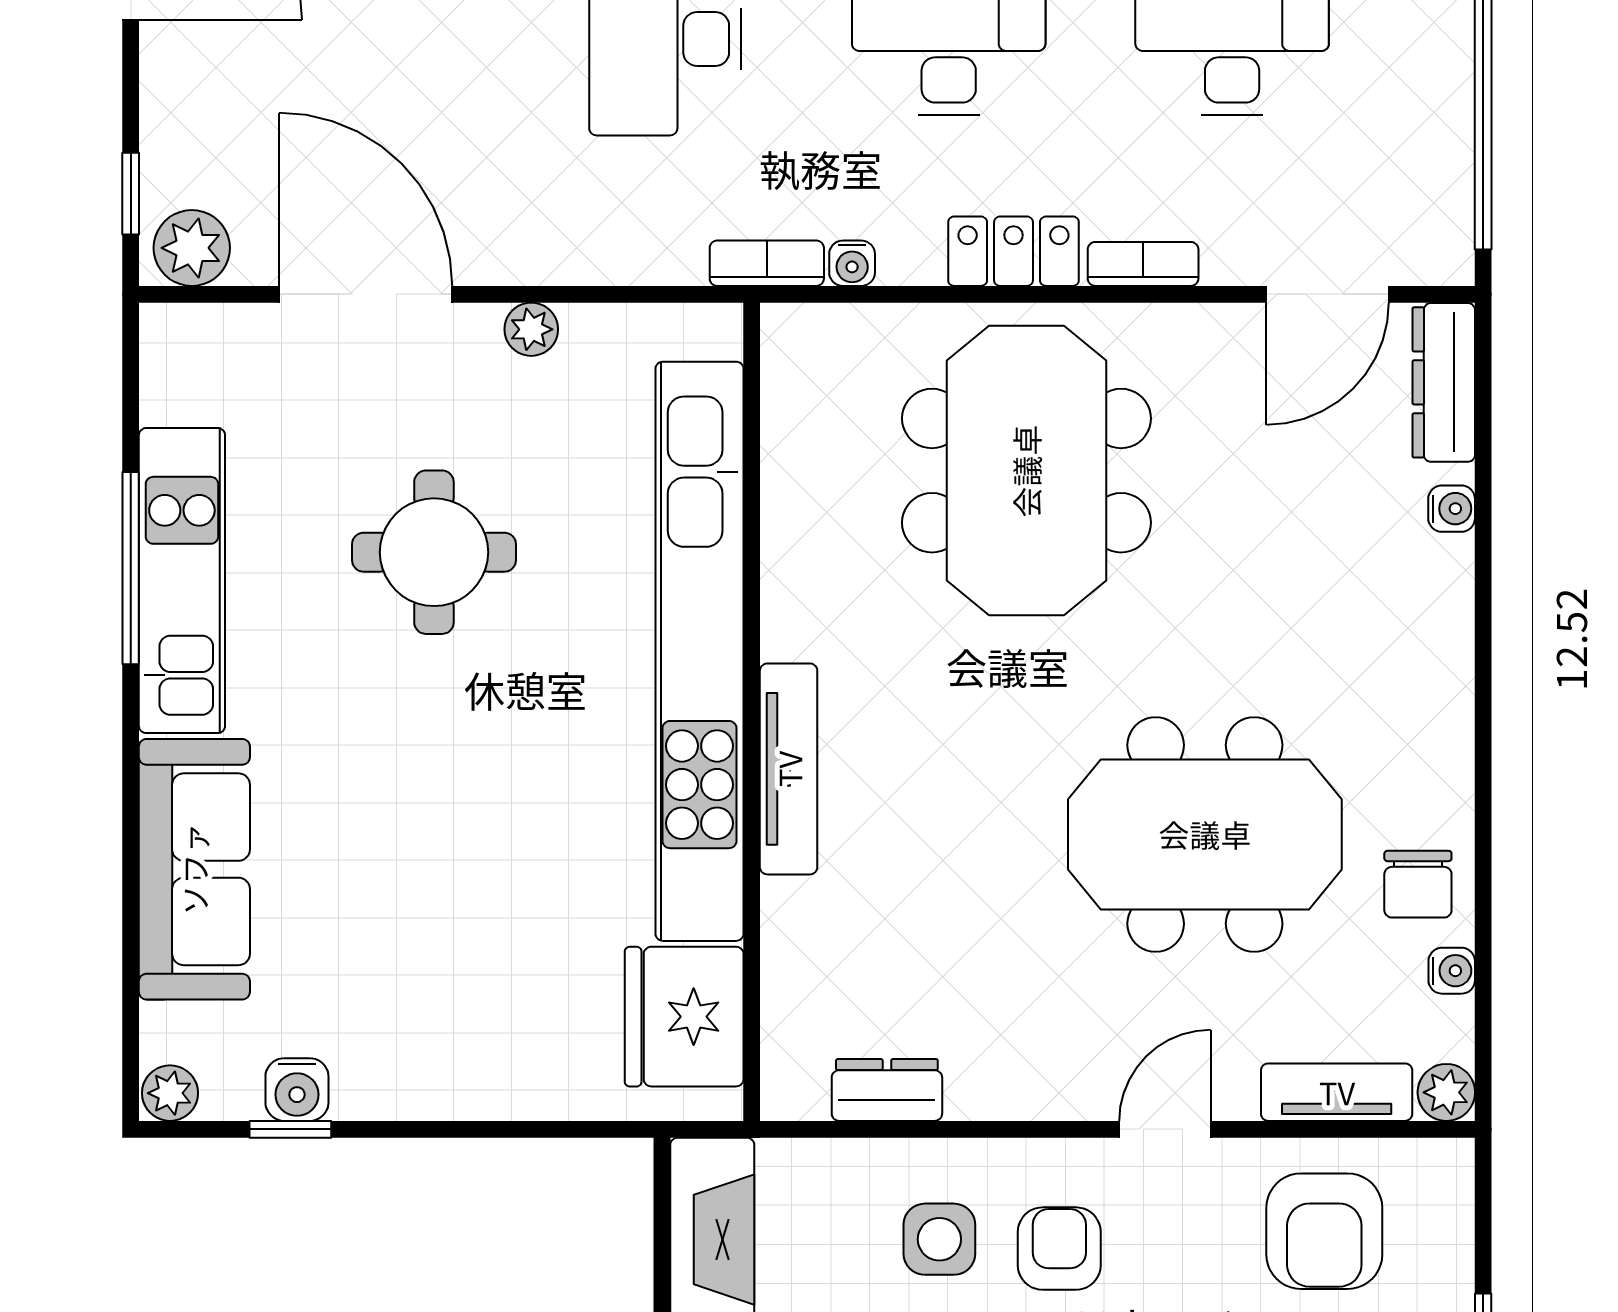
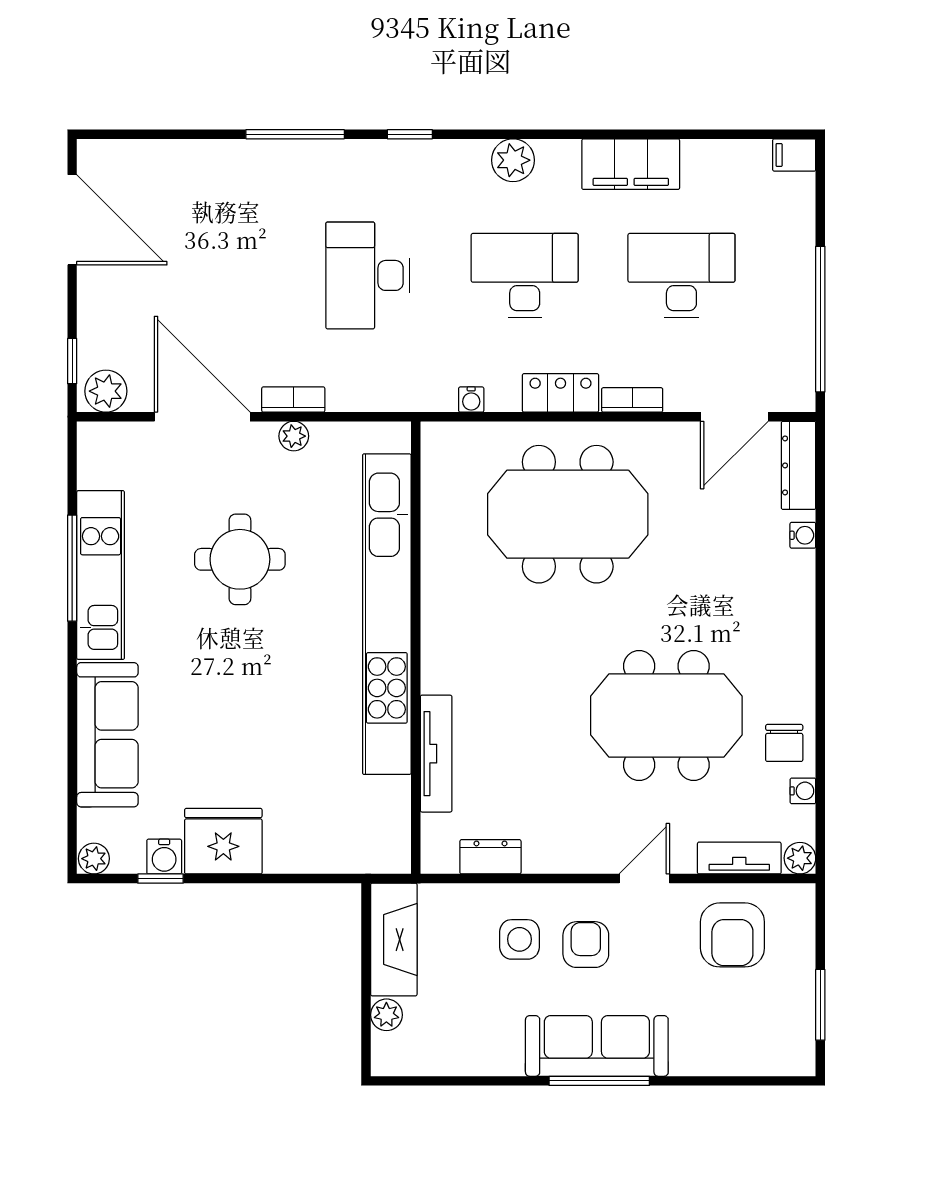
bookcase: (767, 263) -> (293, 399), moved
meeting table: (1026, 471) -> (568, 514), turned 90
tv unit: (789, 769) -> (436, 754), moved
fridge: (684, 1017) -> (223, 841), moved, turned 90

